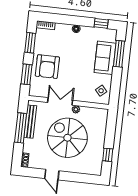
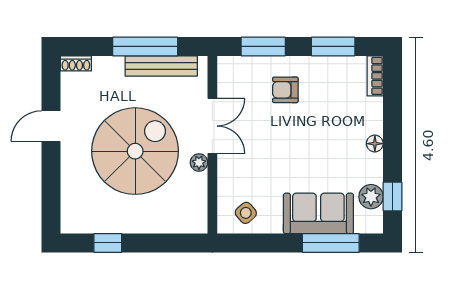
plant: (100, 33) -> (371, 197), added
armchair: (47, 67) -> (285, 90), width x0.53, depth x0.53

